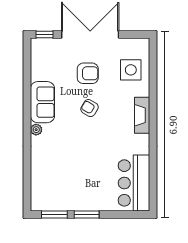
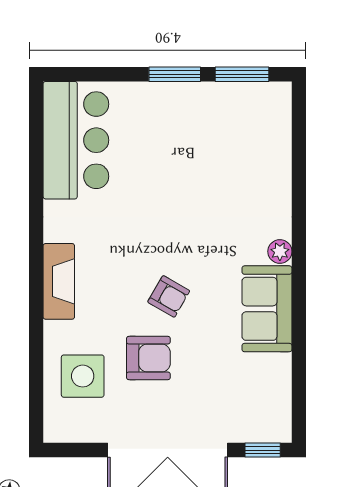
armchair: (88, 73) -> (148, 358), moved, turned 180

